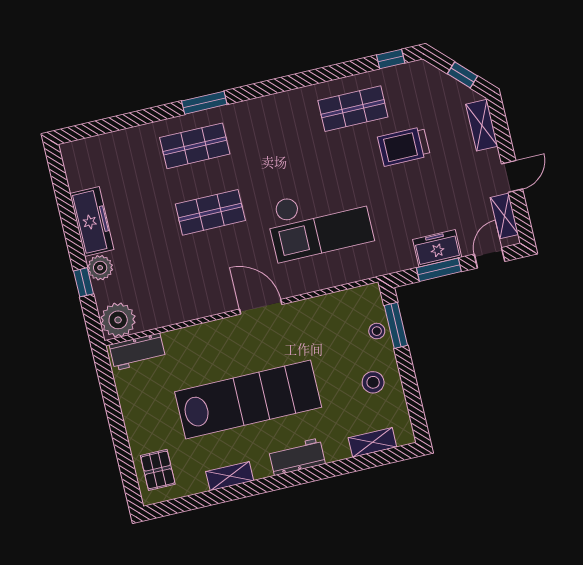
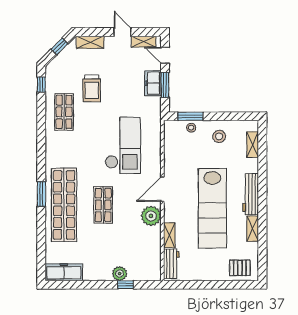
shop shelf: (195, 146) -> (64, 205), width x2.00, depth x1.36
freezer: (92, 221) -> (64, 272), moved
plant: (118, 320) -> (151, 216), moved
shelving: (185, 337) -> (169, 235), added
lab bench: (248, 399) -> (212, 208), turned 180
workbench: (297, 457) -> (251, 194), width x1.38

